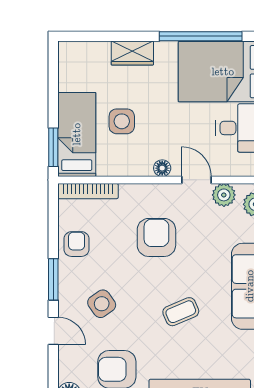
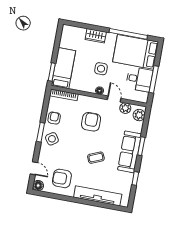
side table: (122, 121) -> (101, 69), moved
side table: (102, 304) -> (52, 139), moved
door: (53, 331) -> (34, 168), moved

